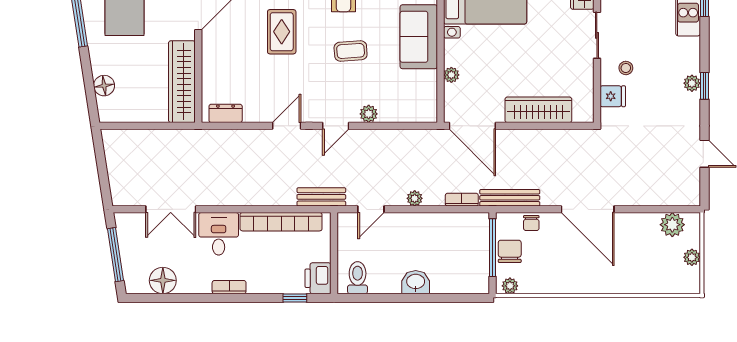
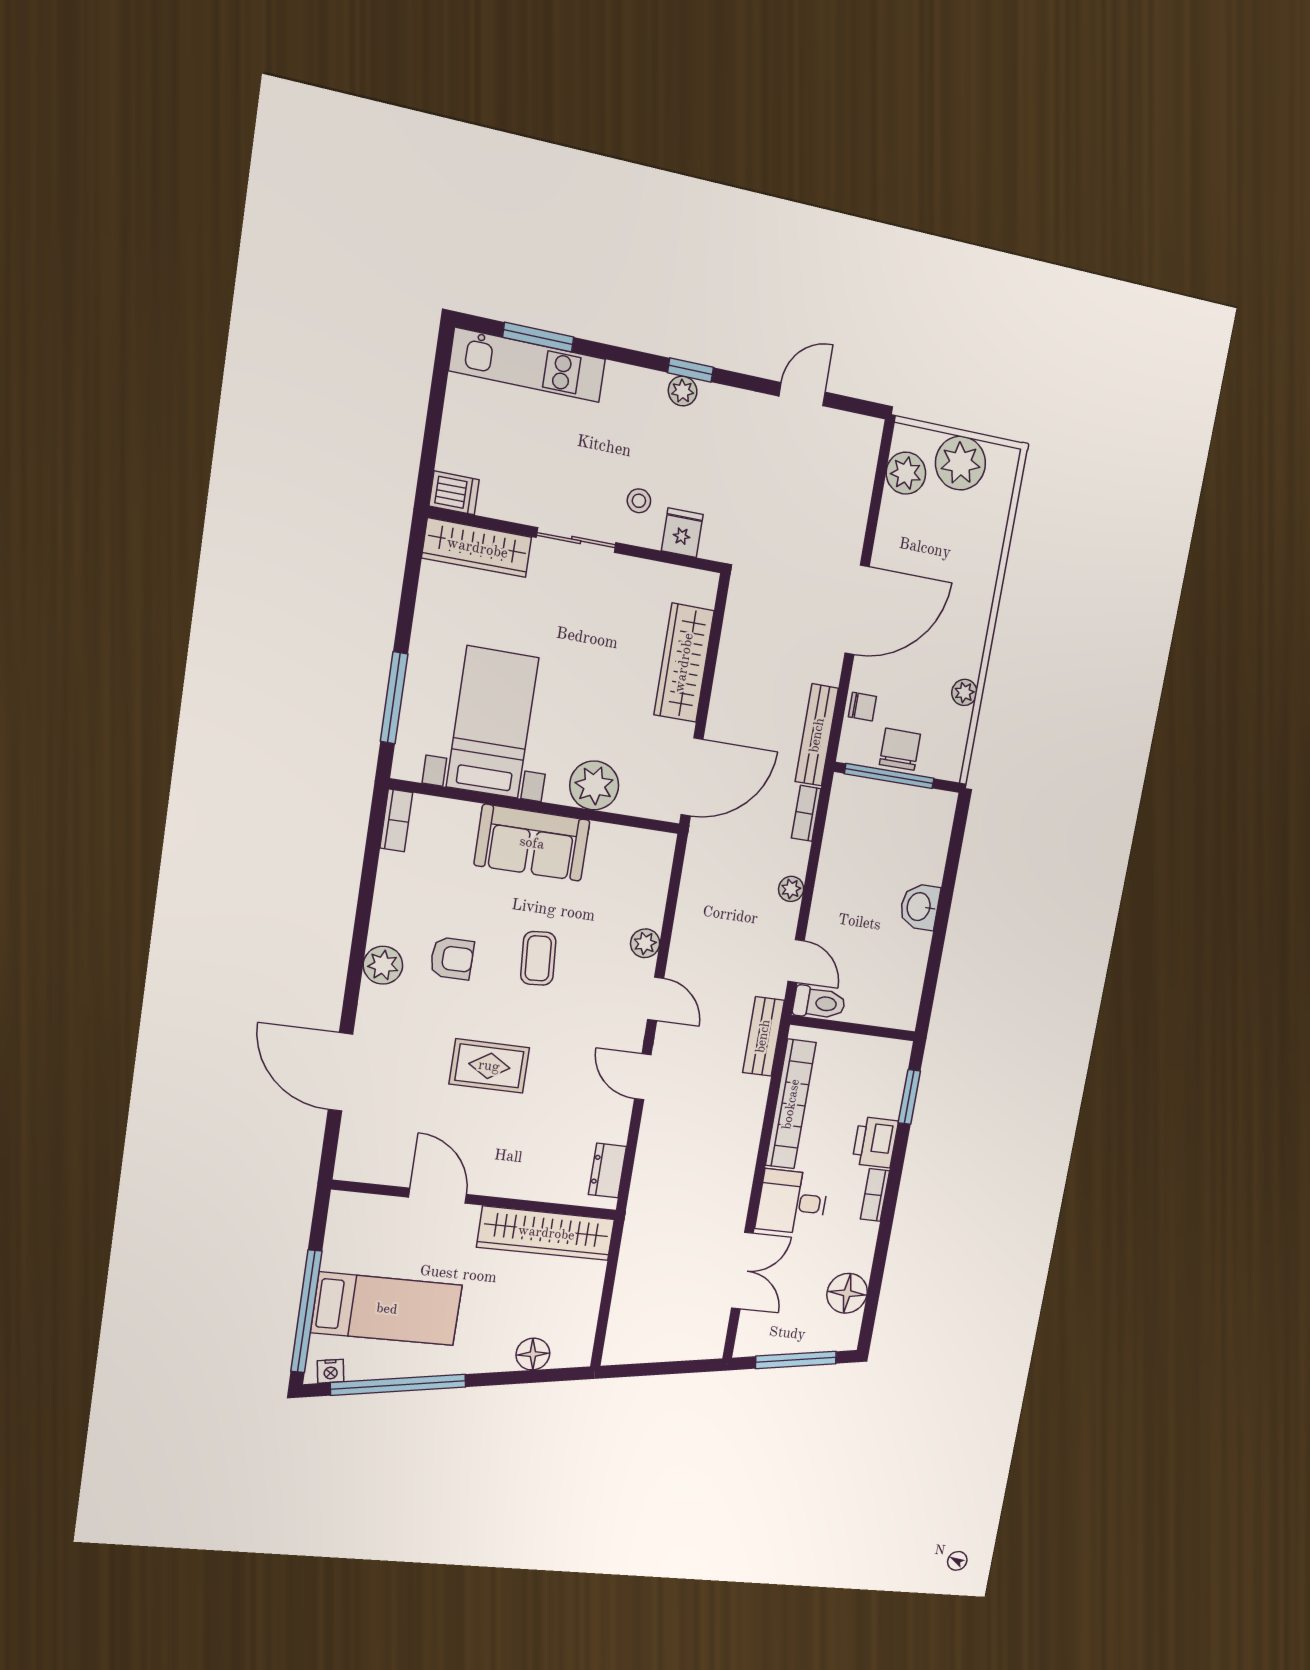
plant: (451, 75) -> (594, 785), width x1.88, depth x1.88
chair: (510, 251) -> (900, 749), turned 90
plant: (692, 257) -> (960, 463), width x1.87, depth x1.87
printer: (318, 278) -> (875, 1142), moved, turned 90
toilet: (358, 278) -> (819, 1003), moved, turned 180
plant: (510, 286) -> (964, 692), moved
window: (295, 298) -> (909, 1097), width x1.50

